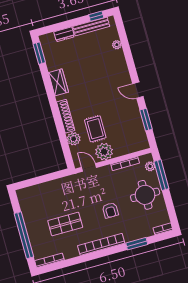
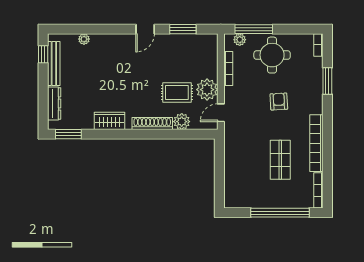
dresser: (64, 34) -> (54, 103), width x1.44
armchair: (110, 210) -> (279, 102), turned -93
bookcase: (101, 244) -> (316, 143), moved

